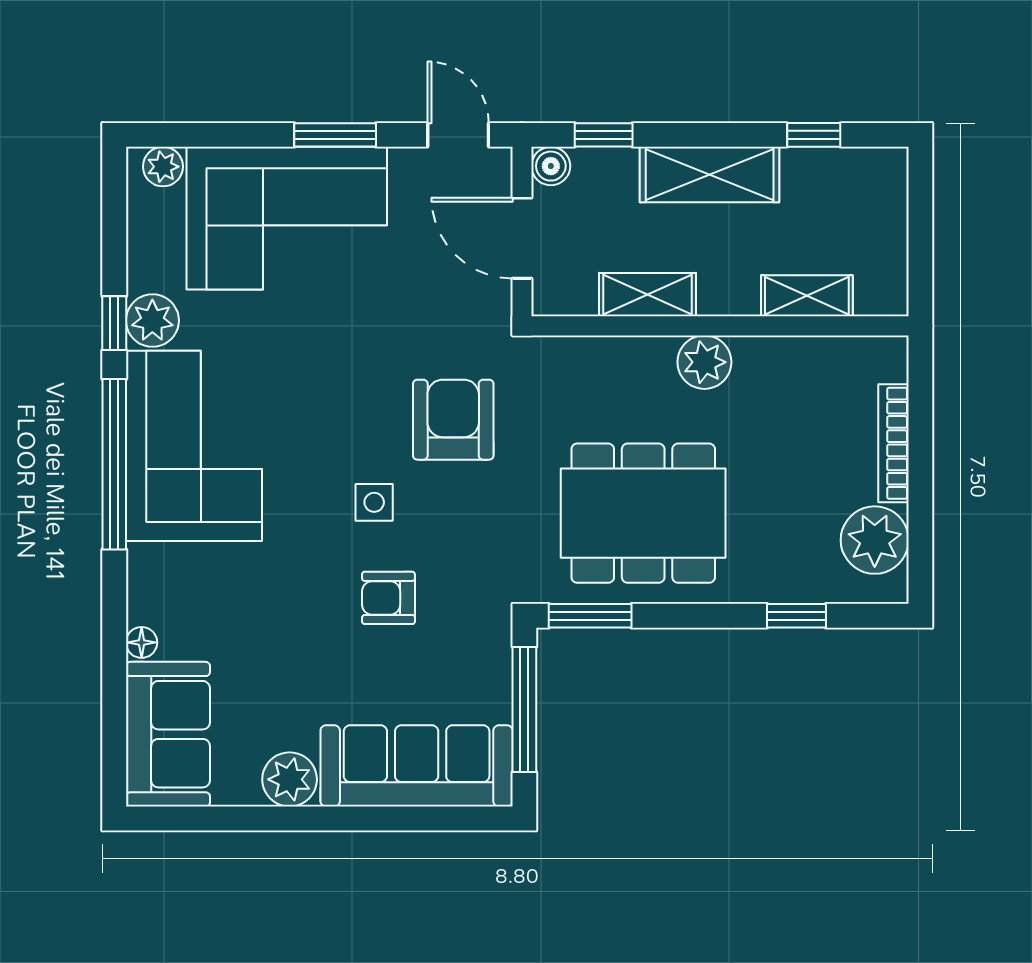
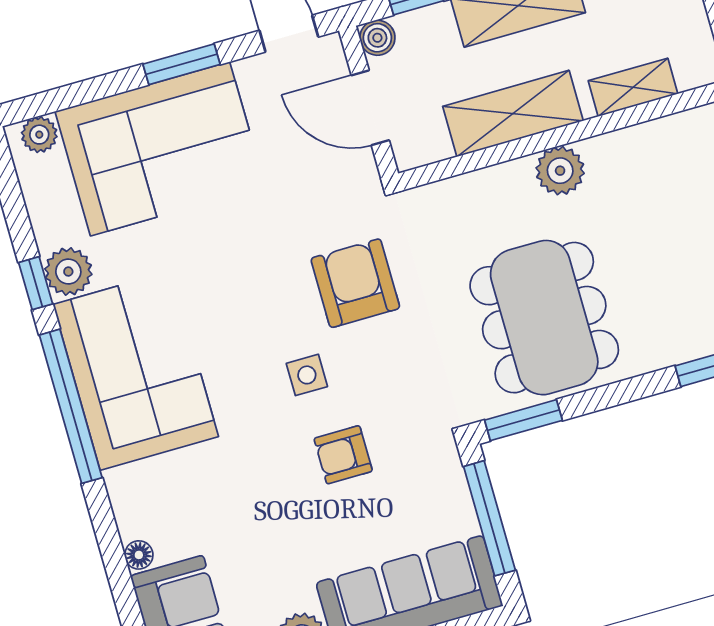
shelving: (647, 295) -> (513, 114), width x1.50, depth x1.33
dining table: (643, 513) -> (544, 318), turned 90

